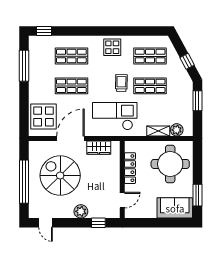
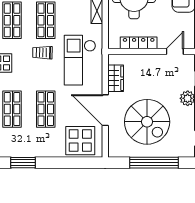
window: (24, 66) -> (23, 163), width x0.69
spiral stairs: (60, 176) -> (147, 122), turned -90
door: (122, 200) -> (175, 52), hinge flipped

